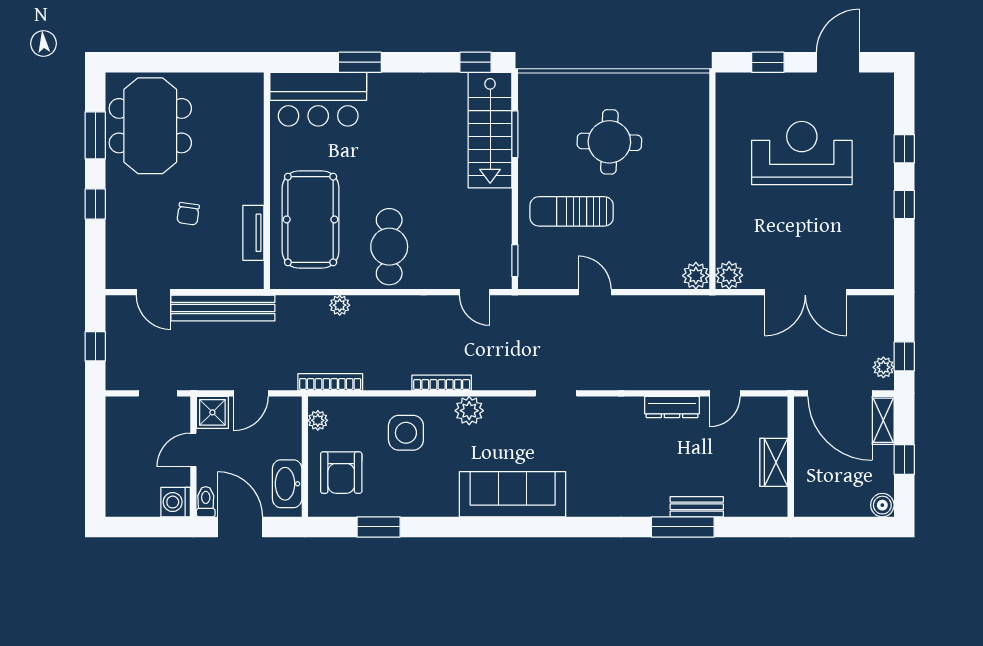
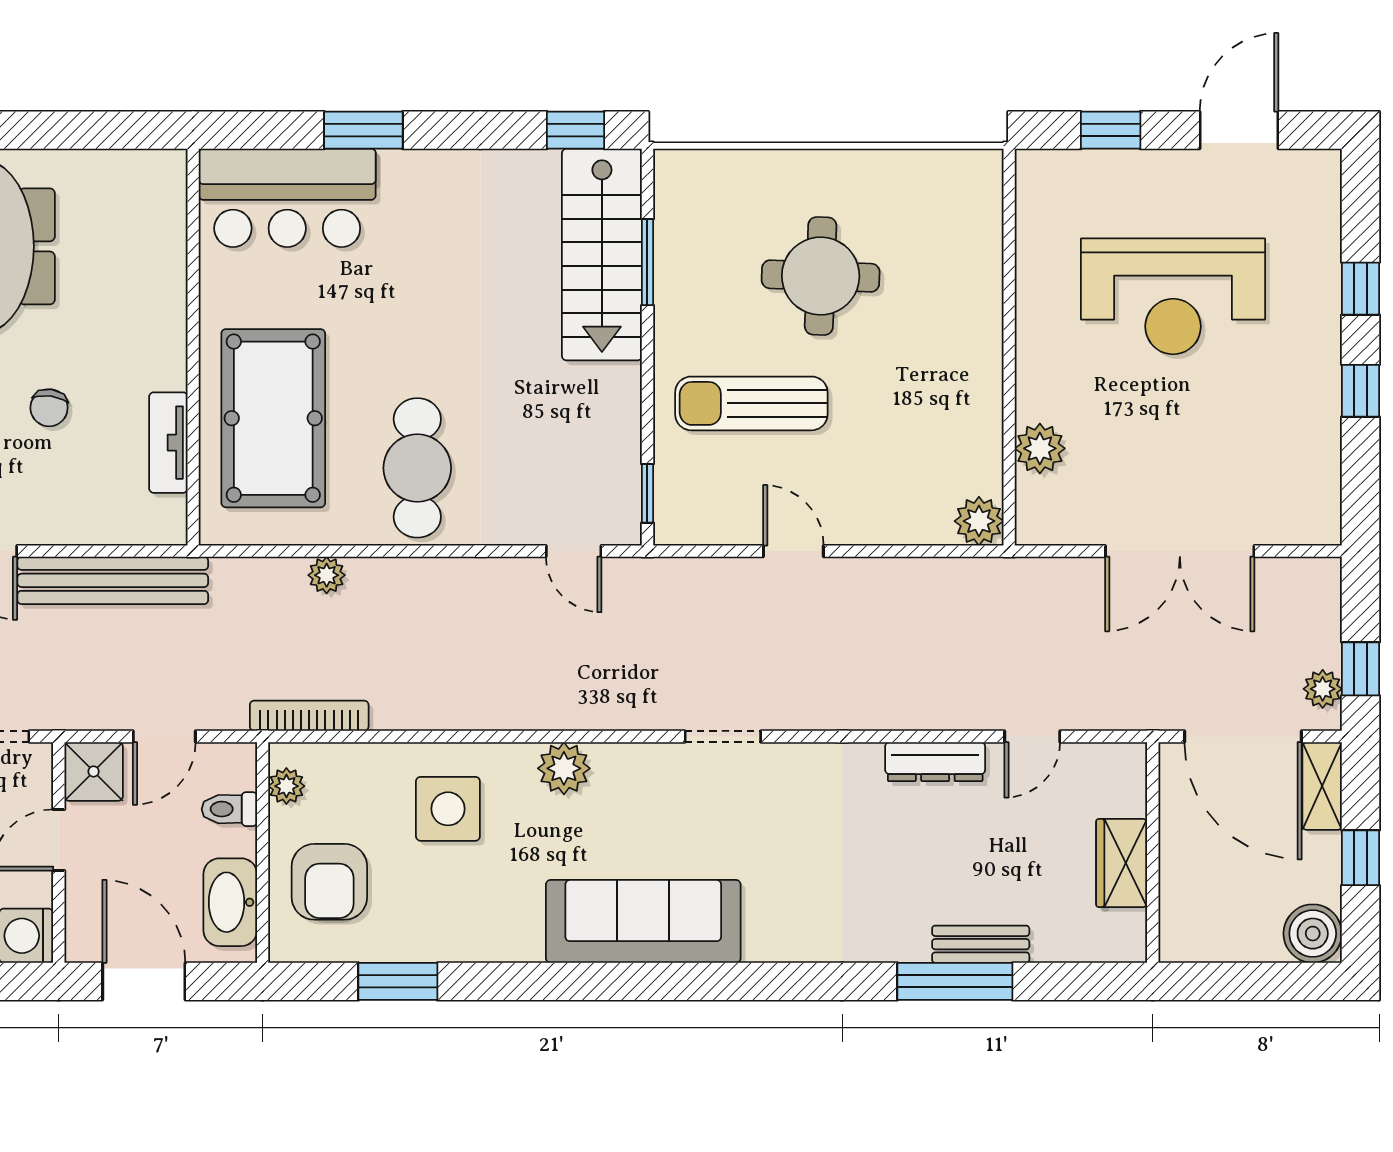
reception desk: (802, 153) -> (1173, 296), turned 180
plant: (729, 275) -> (1040, 448), moved
bookcase: (442, 383) -> (513, 717), removed
toilet: (206, 502) -> (229, 809), moved, turned -90
boiler: (882, 505) -> (1313, 934), width x1.36, depth x1.36

